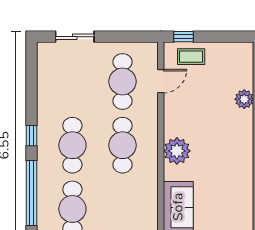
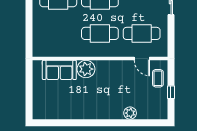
window: (183, 37) -> (171, 92), moved
plant: (177, 151) -> (86, 69), moved

